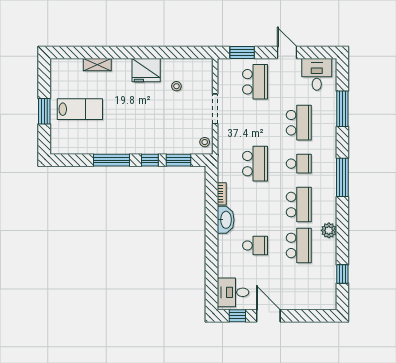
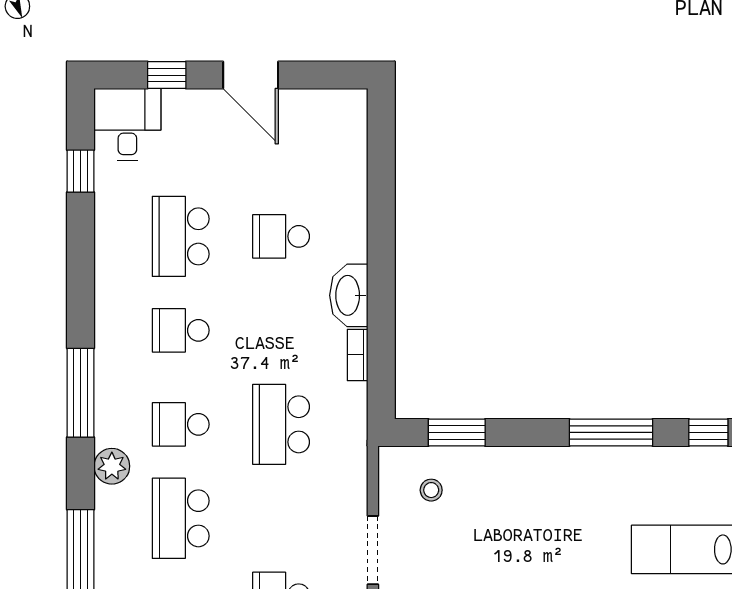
stool: (205, 142) -> (431, 490), moved
window: (150, 160) -> (708, 432), moved
school desk: (299, 205) -> (181, 330), width x0.54
plant: (329, 230) -> (112, 466), moved
desk: (233, 292) -> (127, 124), moved, turned -90
window: (237, 316) -> (167, 75), moved

